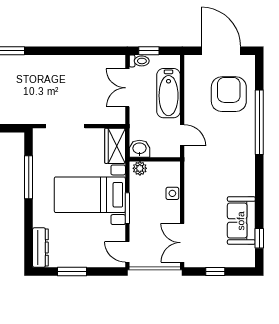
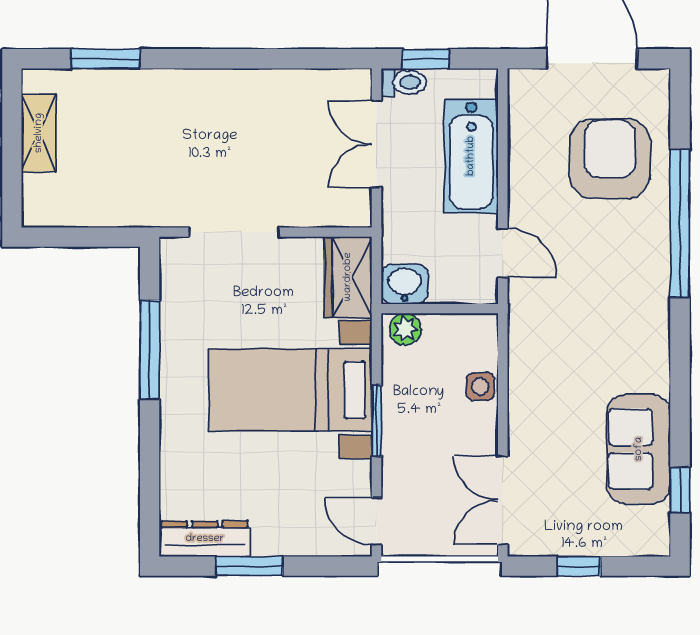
dresser: (40, 248) -> (205, 539), moved, turned -90

